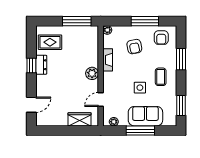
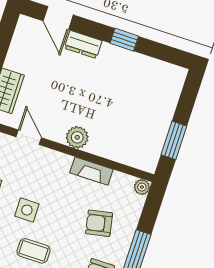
window: (77, 21) -> (174, 140), width x0.69
rug: (50, 42) -> (153, 84), removed
dresser: (41, 65) -> (83, 44), moved

